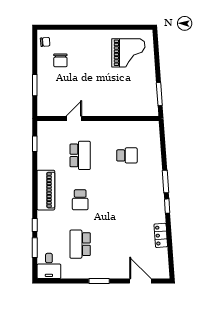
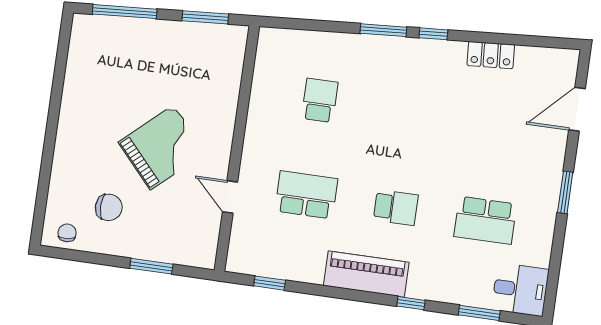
grand piano: (128, 53) -> (162, 147), moved, turned 48
window: (157, 55) -> (125, 12), added
window: (35, 225) -> (411, 303), moved

